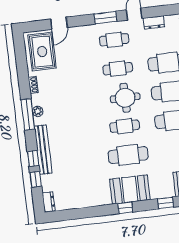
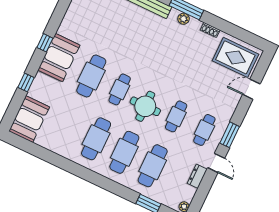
door: (59, 23) -> (251, 89), hinge flipped

